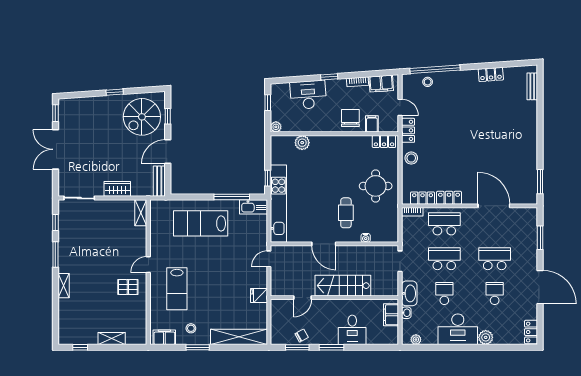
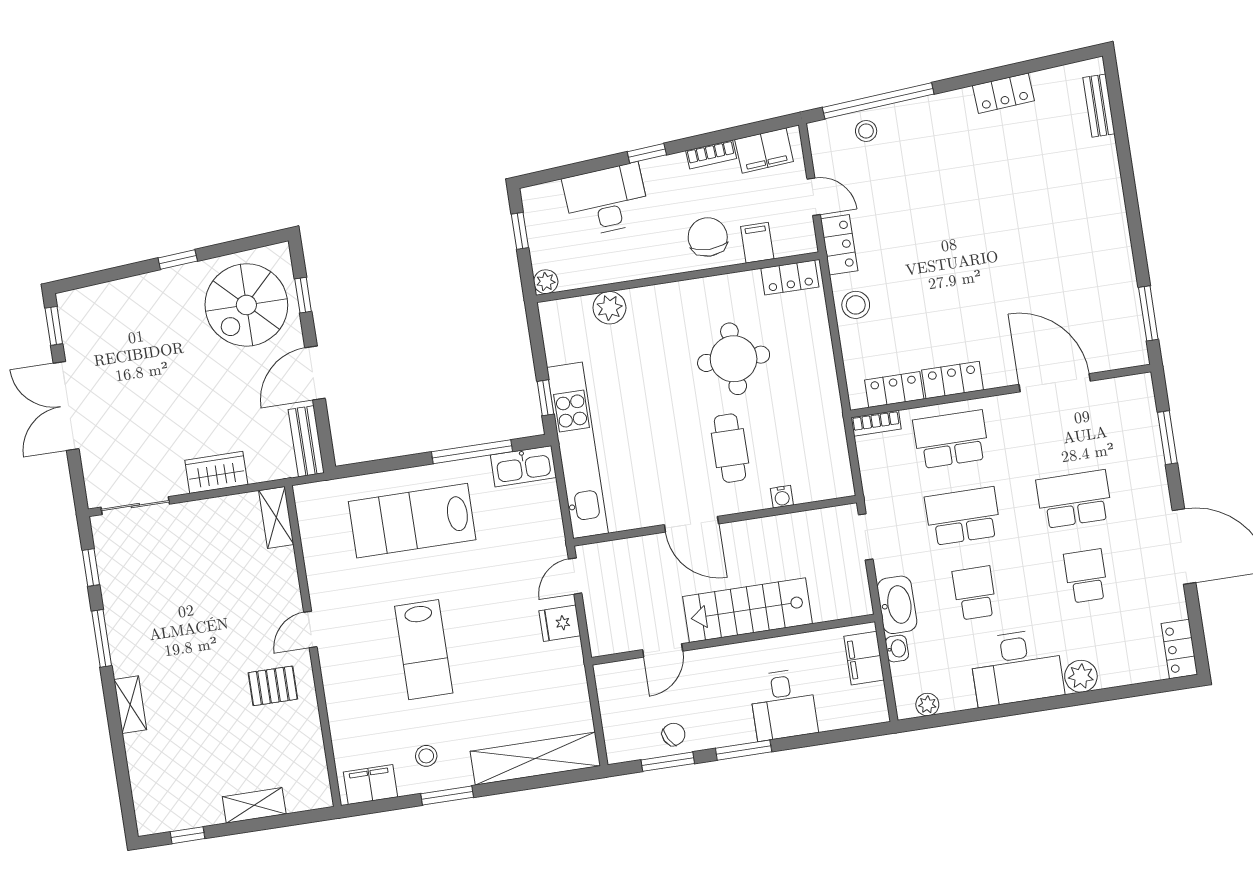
round table: (376, 186) -> (734, 359), moved
lab bench: (177, 289) -> (424, 650), moved
fridge: (259, 296) -> (560, 623), moved

